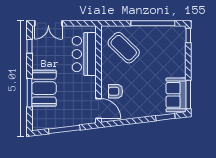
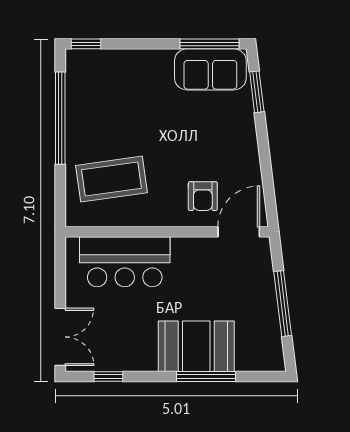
coffee table: (124, 48) -> (112, 179), turned 38

